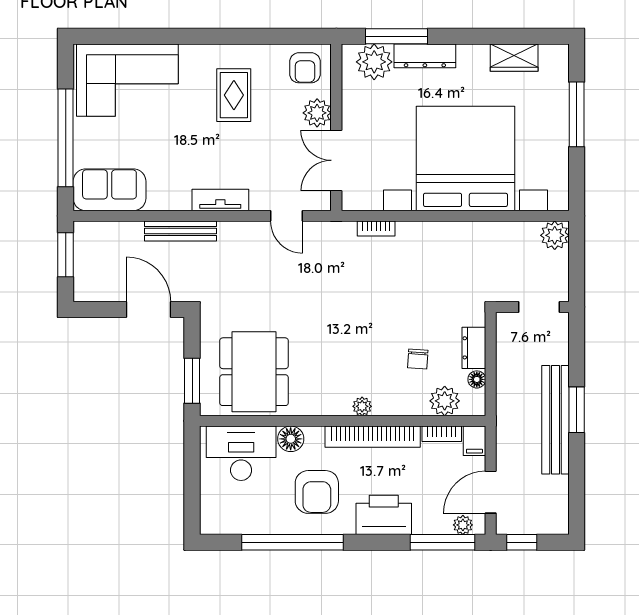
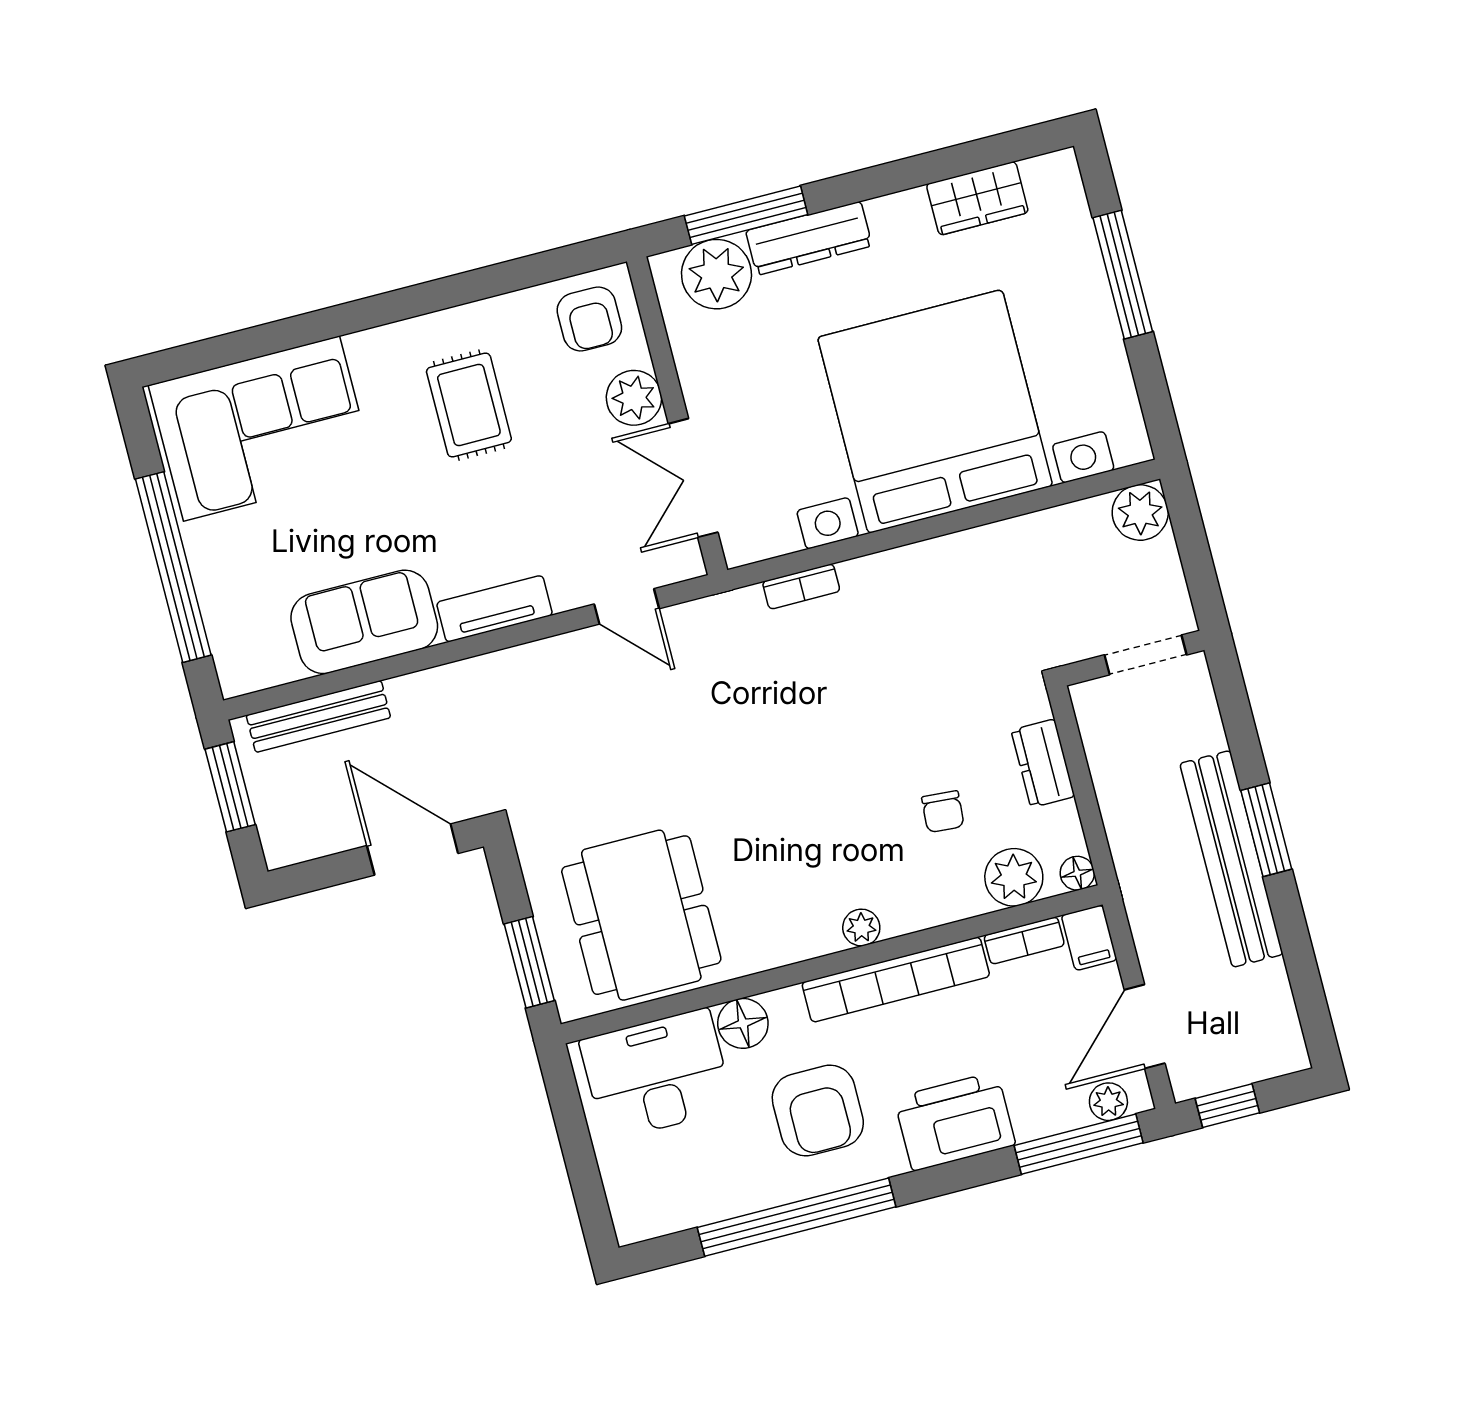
sofa: (109, 190) -> (364, 622), moved
bench: (181, 231) -> (318, 716), moved
floor lamp: (477, 379) -> (1077, 873), moved

